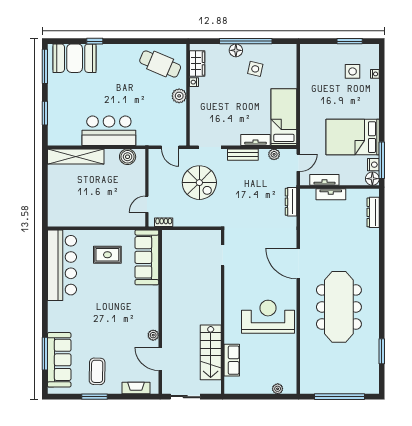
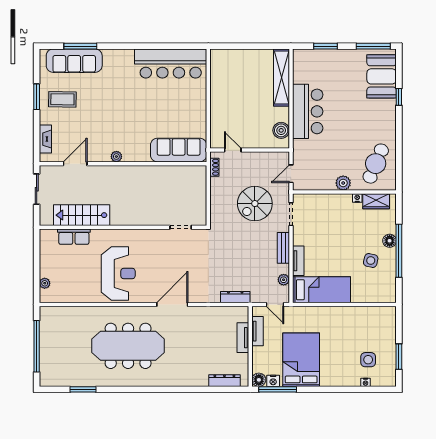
rug: (107, 255) -> (181, 110), removed
plant: (153, 335) -> (116, 157), moved

